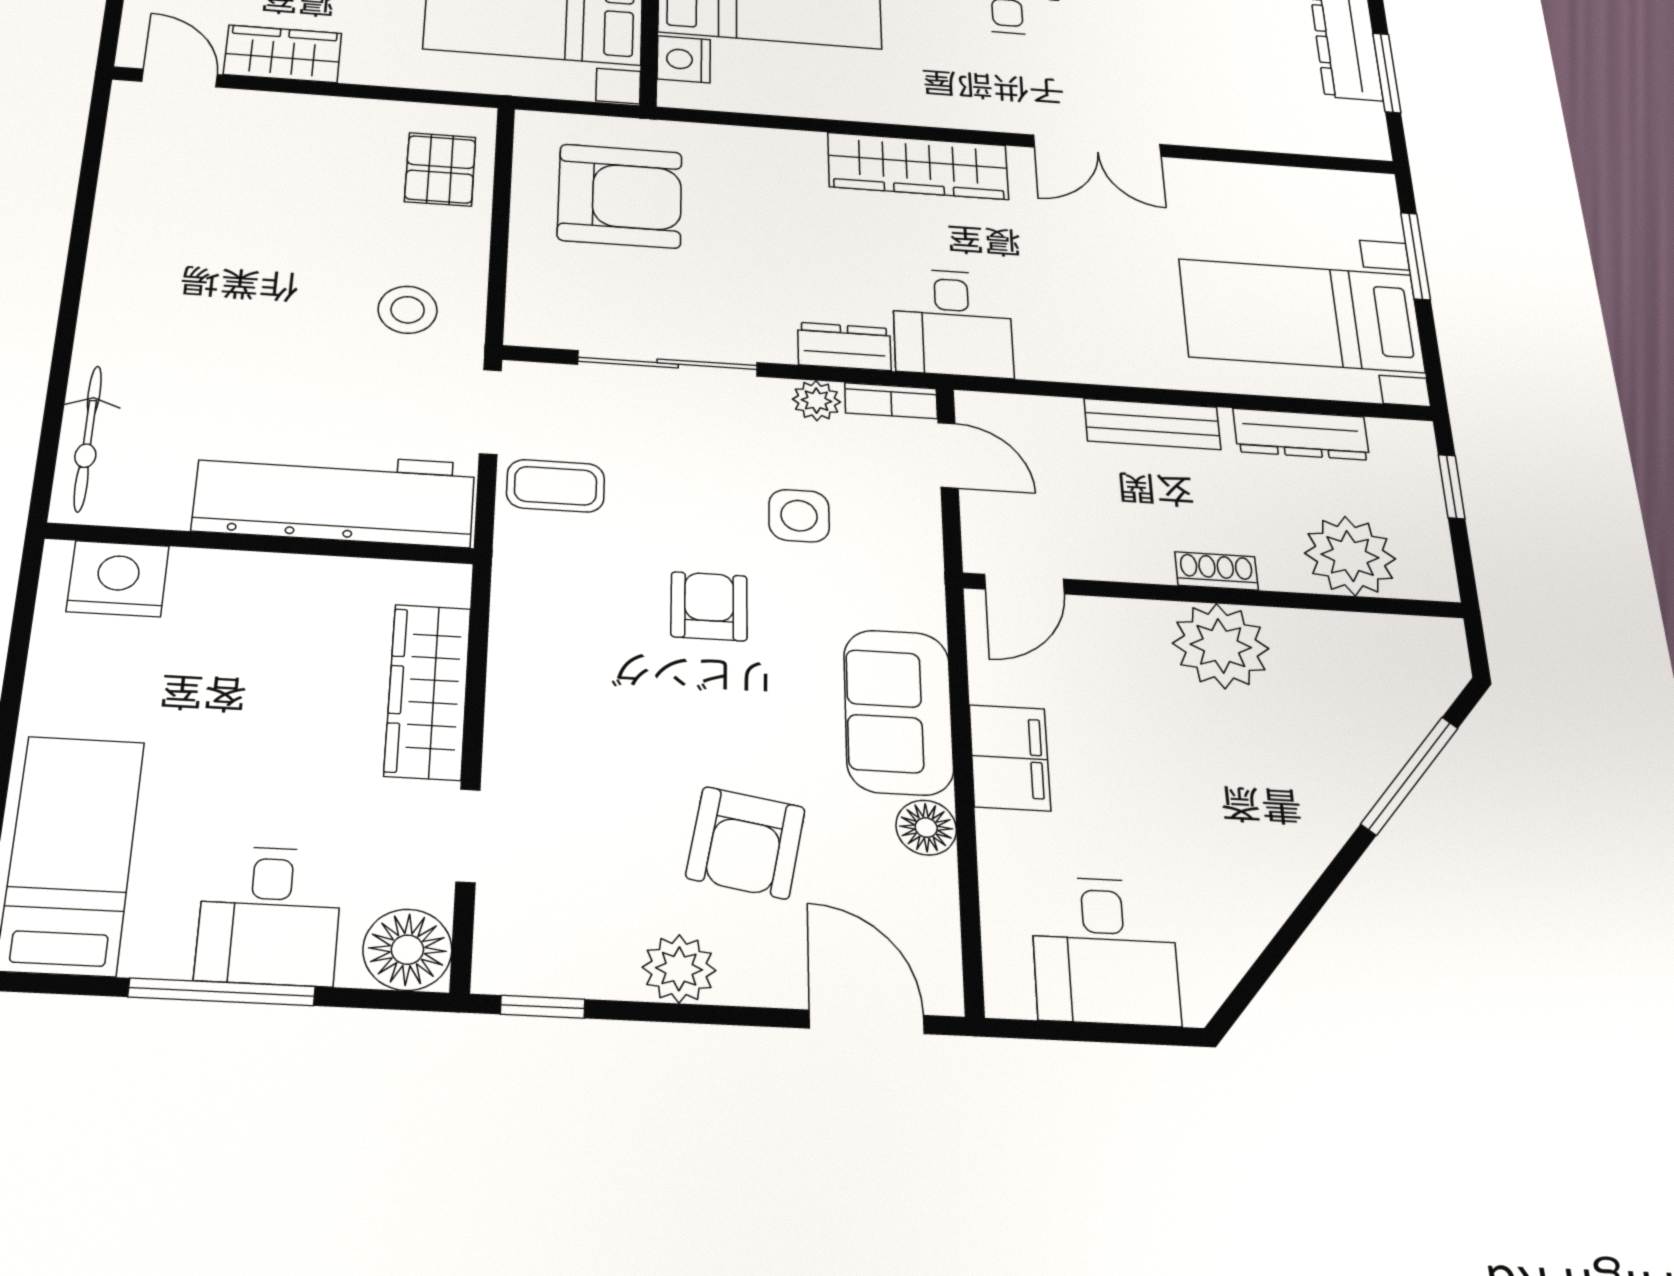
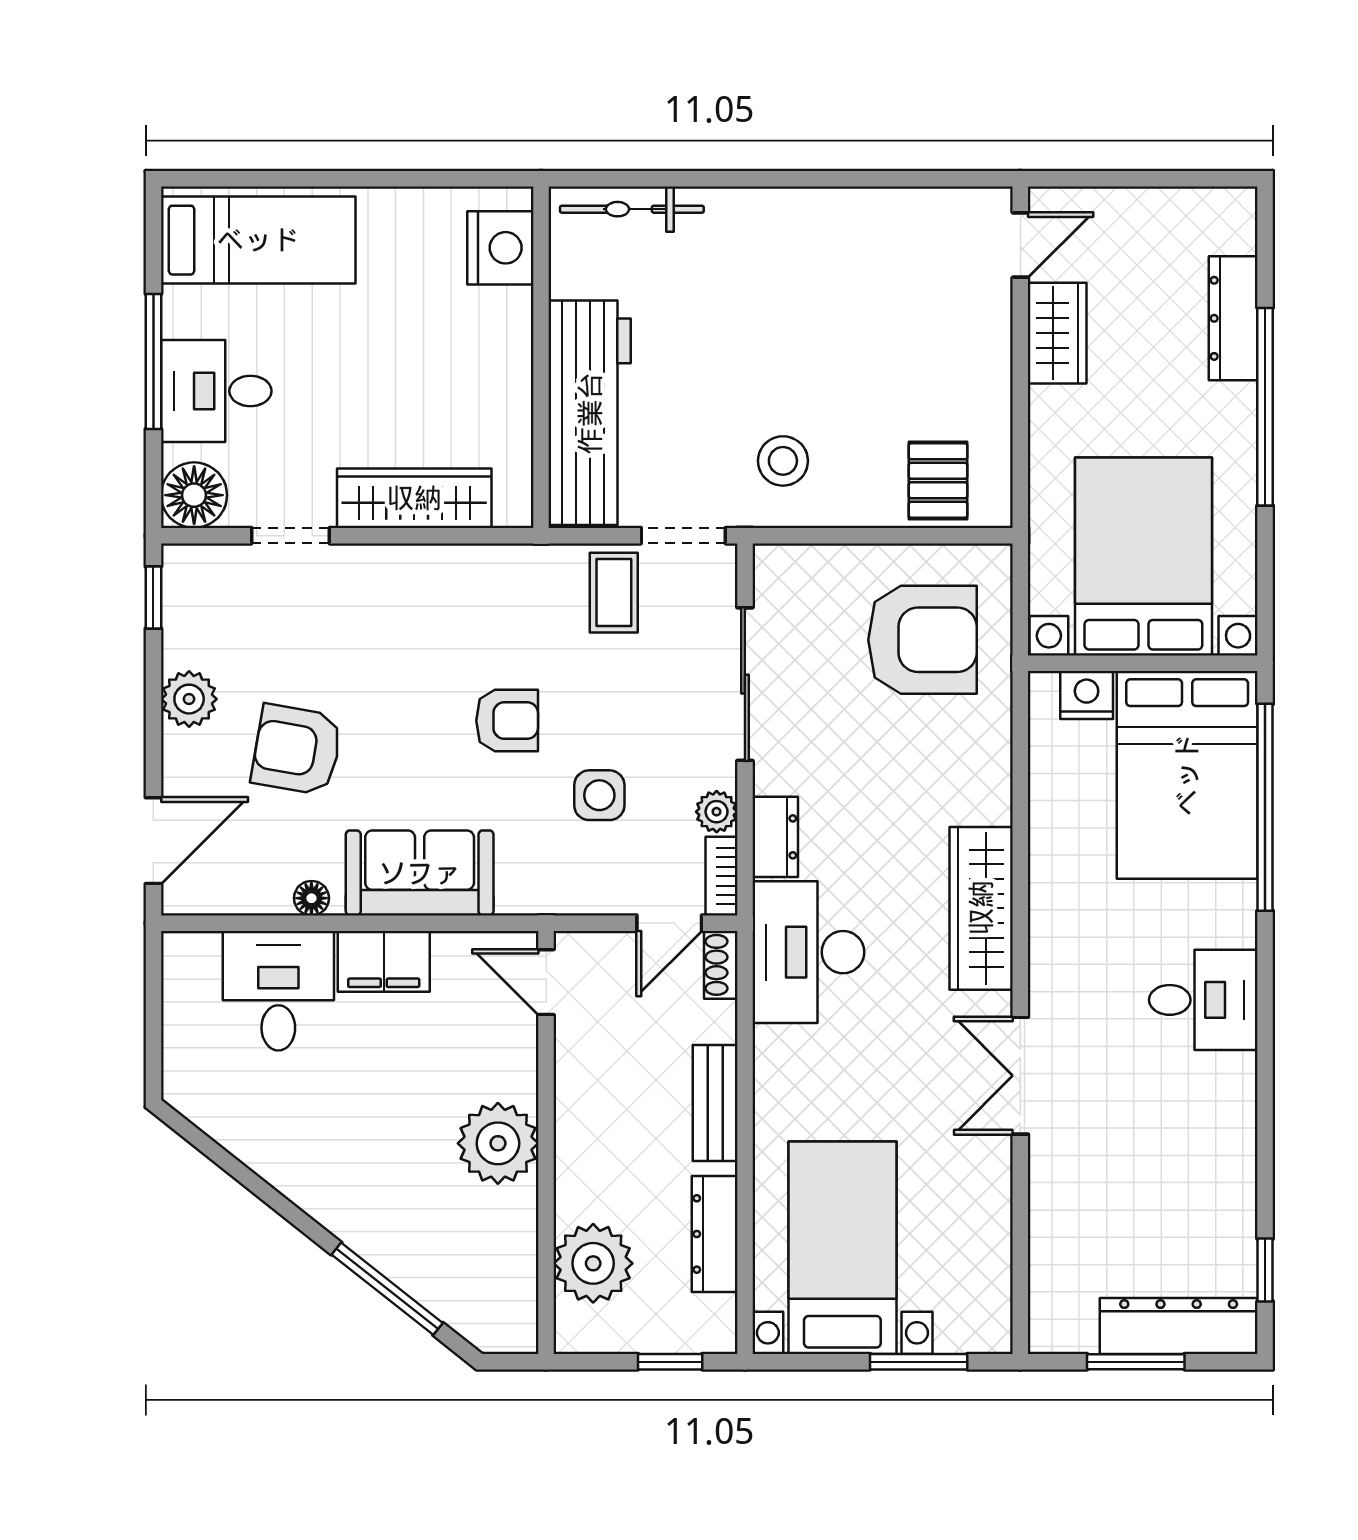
pallet: (440, 169) -> (938, 481), turned 90
armchair: (620, 196) -> (923, 640), turned -90
desk: (953, 323) -> (808, 952), width x1.37
shoe rack: (1217, 571) -> (721, 965), moved, turned 180
floor lamp: (926, 828) -> (311, 898), width x0.73, depth x0.73
desk: (1105, 951) -> (278, 991), moved, turned 90

